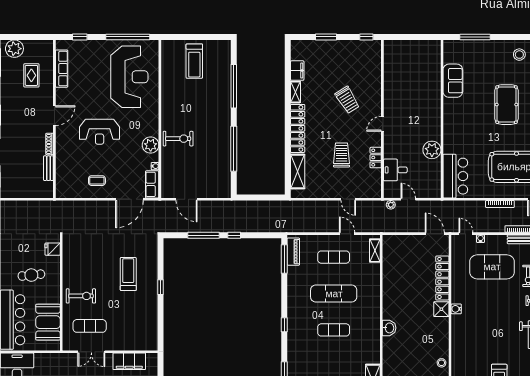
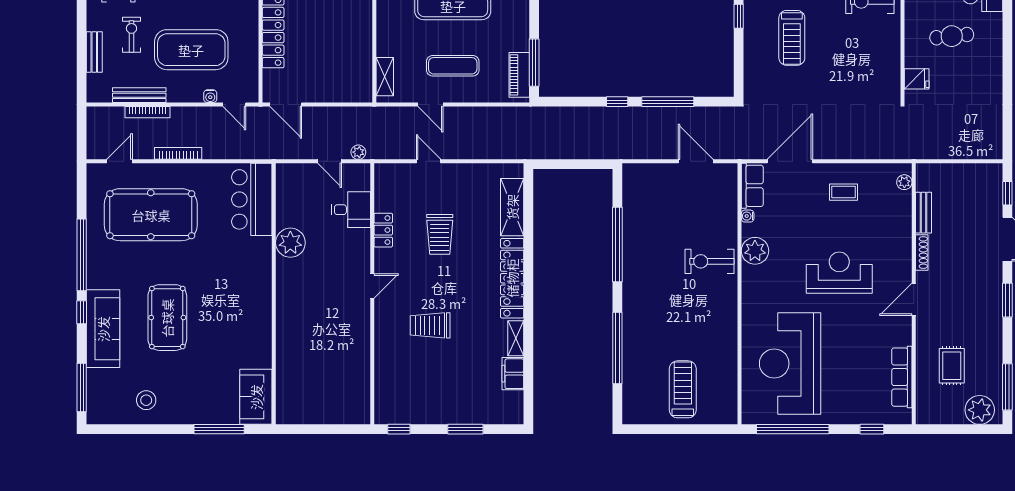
sofa: (453, 81) -> (256, 397), moved
trolley: (347, 100) -> (430, 325), turned -58
plant: (60, 187) -> (904, 182), added

